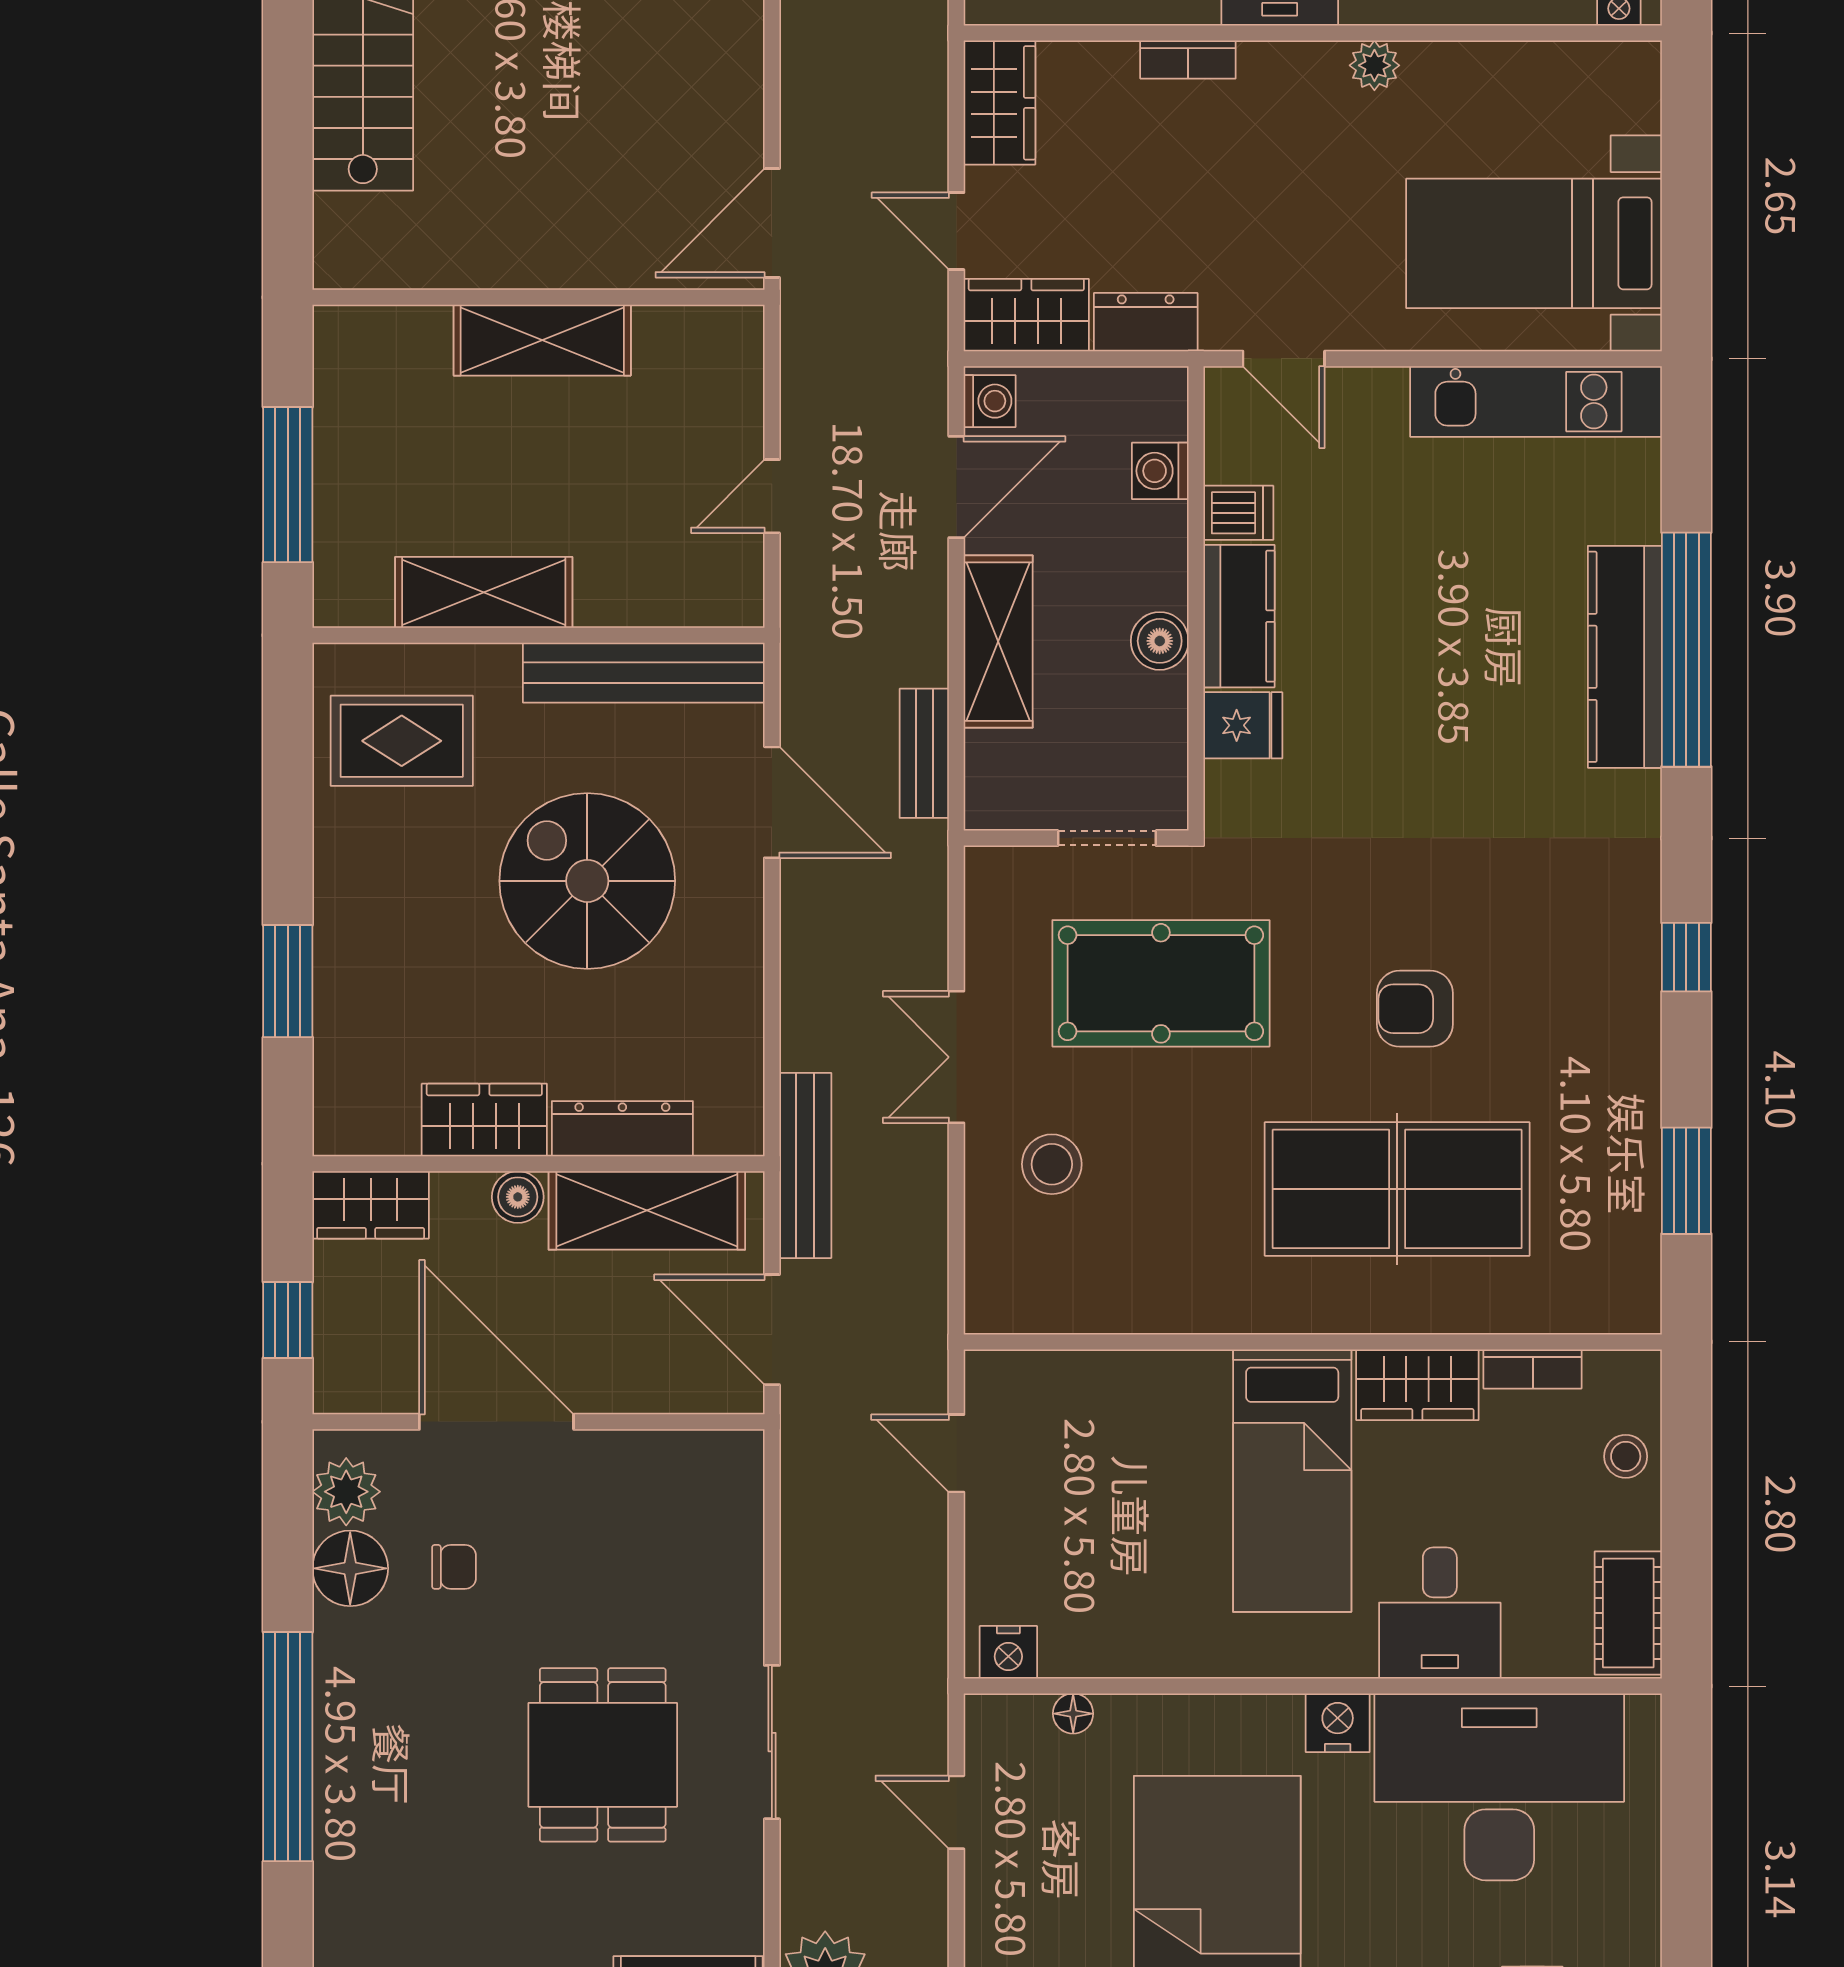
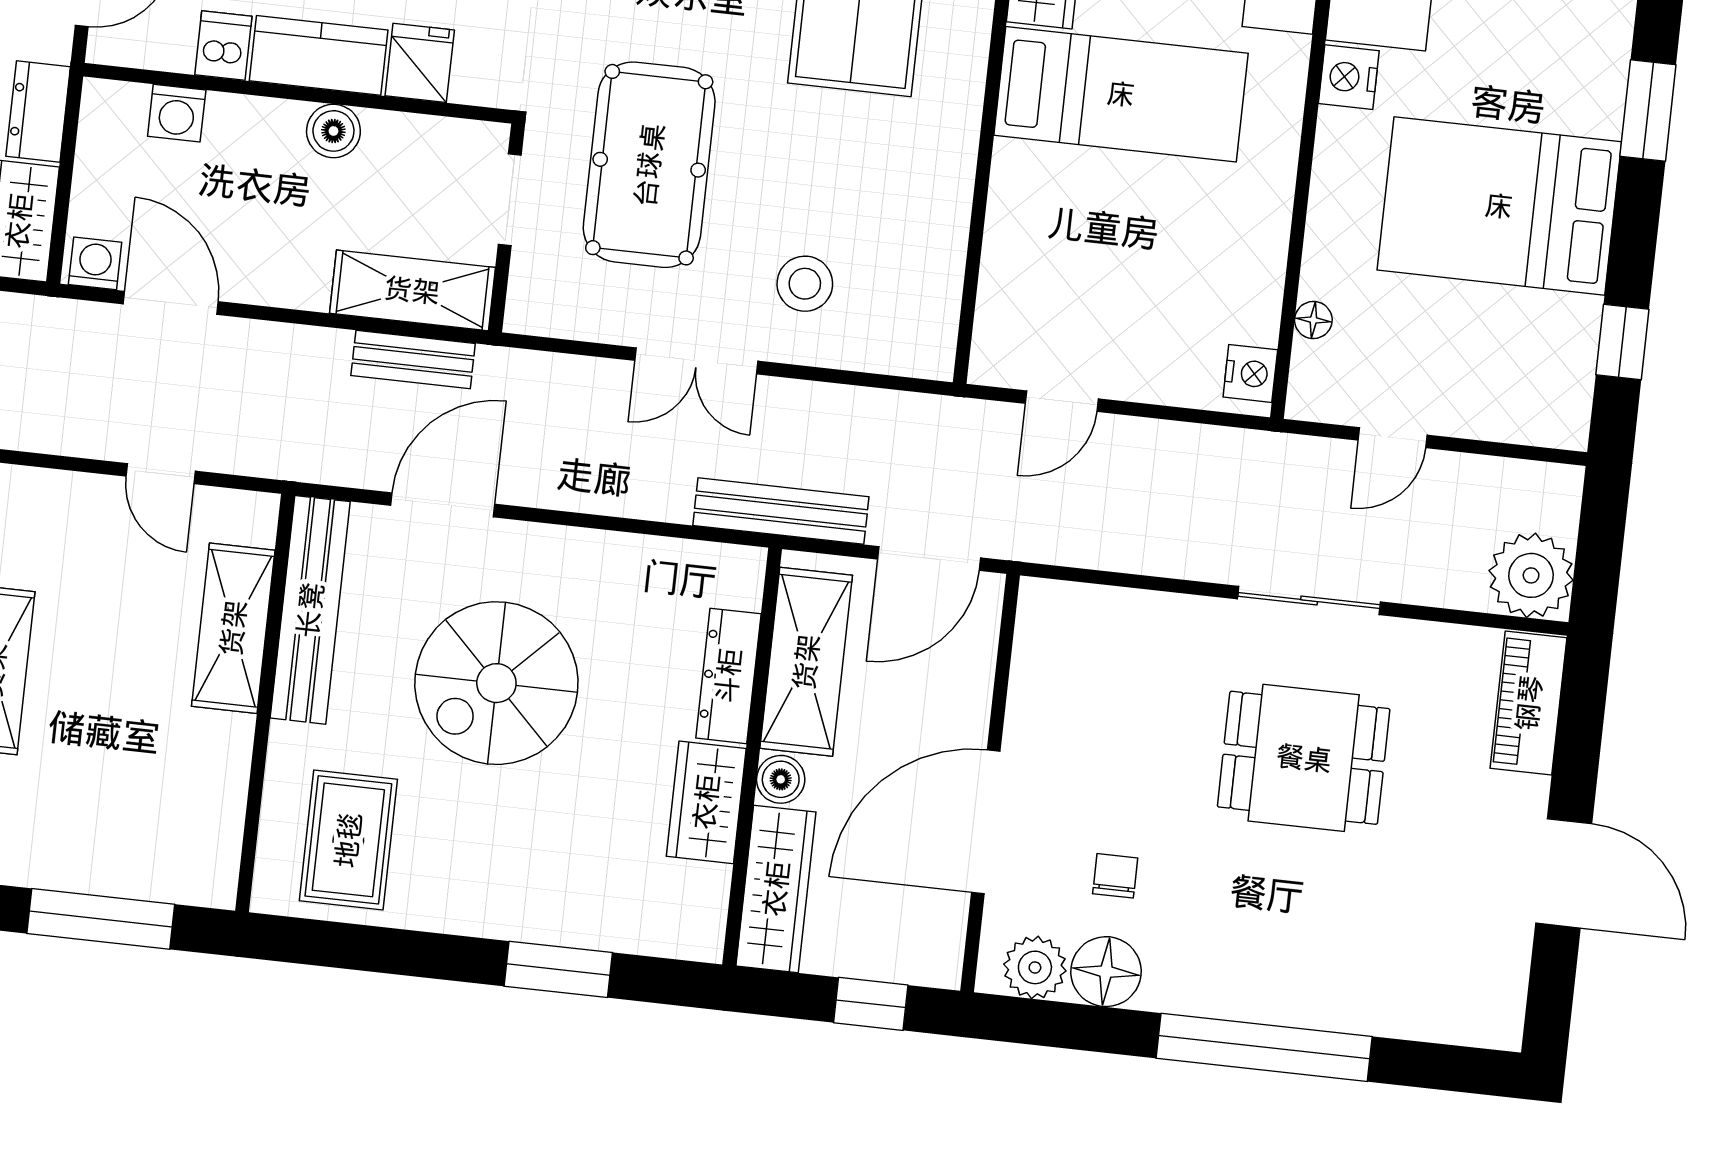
shelving: (484, 592) -> (233, 628), moved
shelving: (998, 642) -> (412, 290), moved
wardrobe: (371, 1205) -> (776, 889), width x1.50

